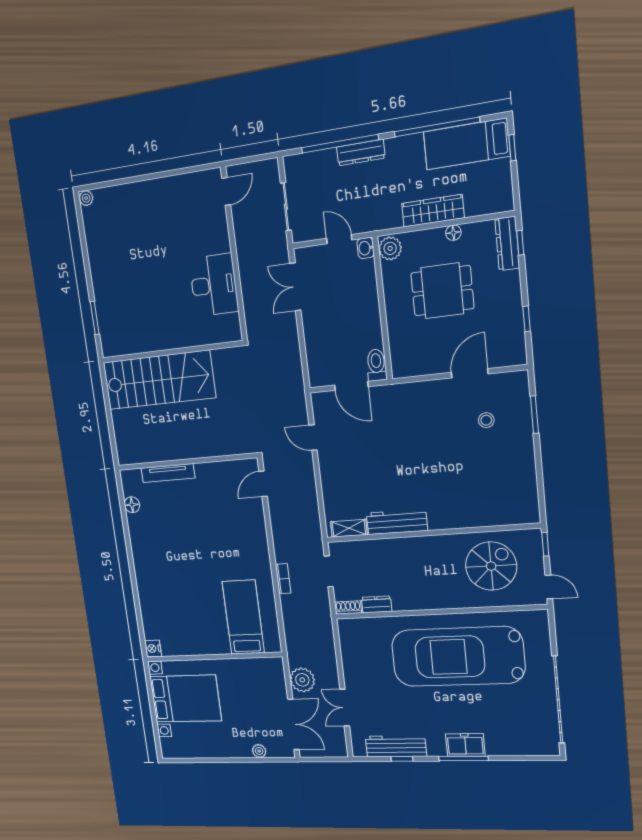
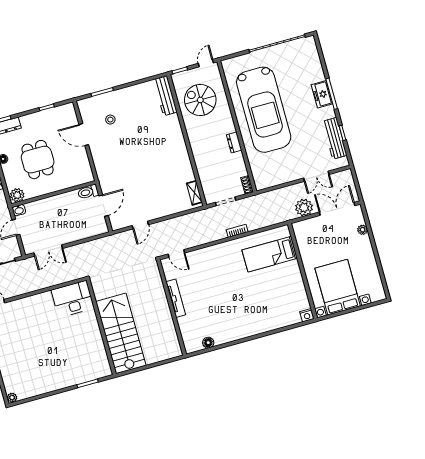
desk: (214, 285) -> (73, 299), moved
tv unit: (168, 473) -> (176, 298), moved
workbench: (397, 522) -> (165, 96), moved
dresser: (377, 604) -> (234, 142), moved

